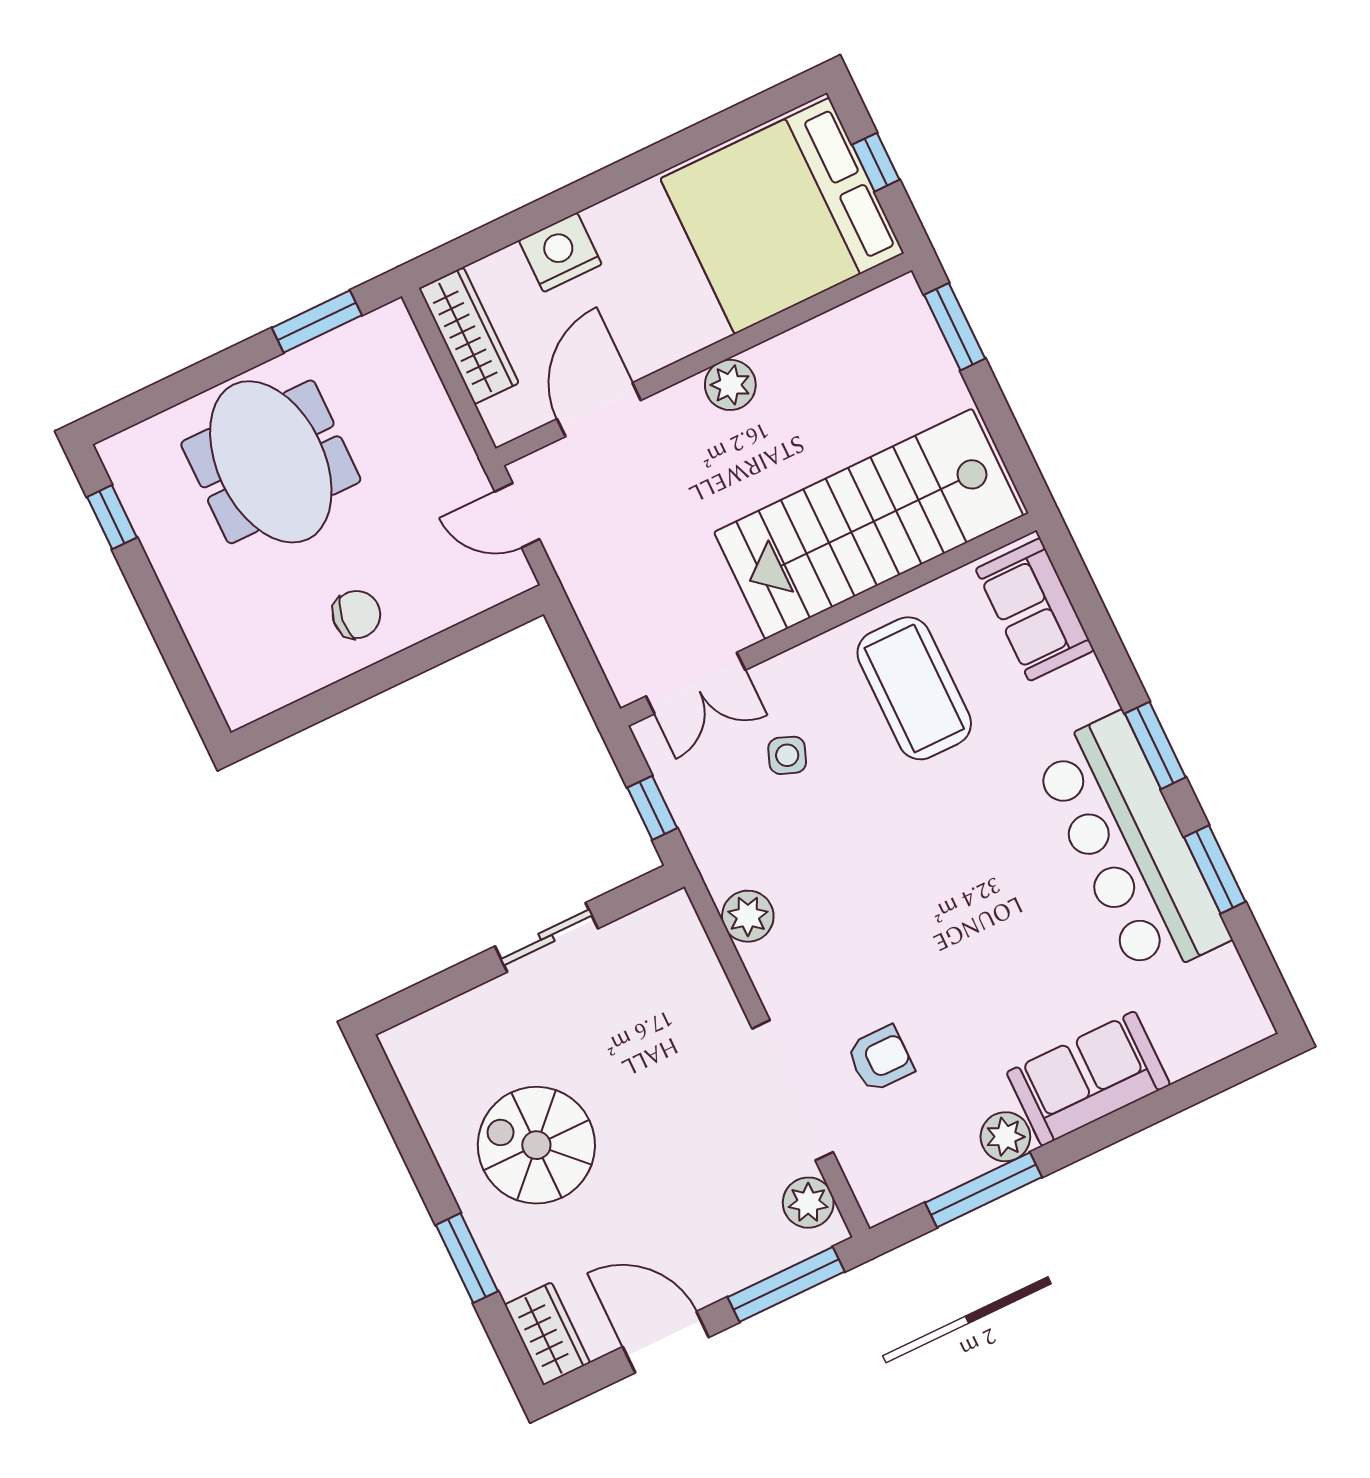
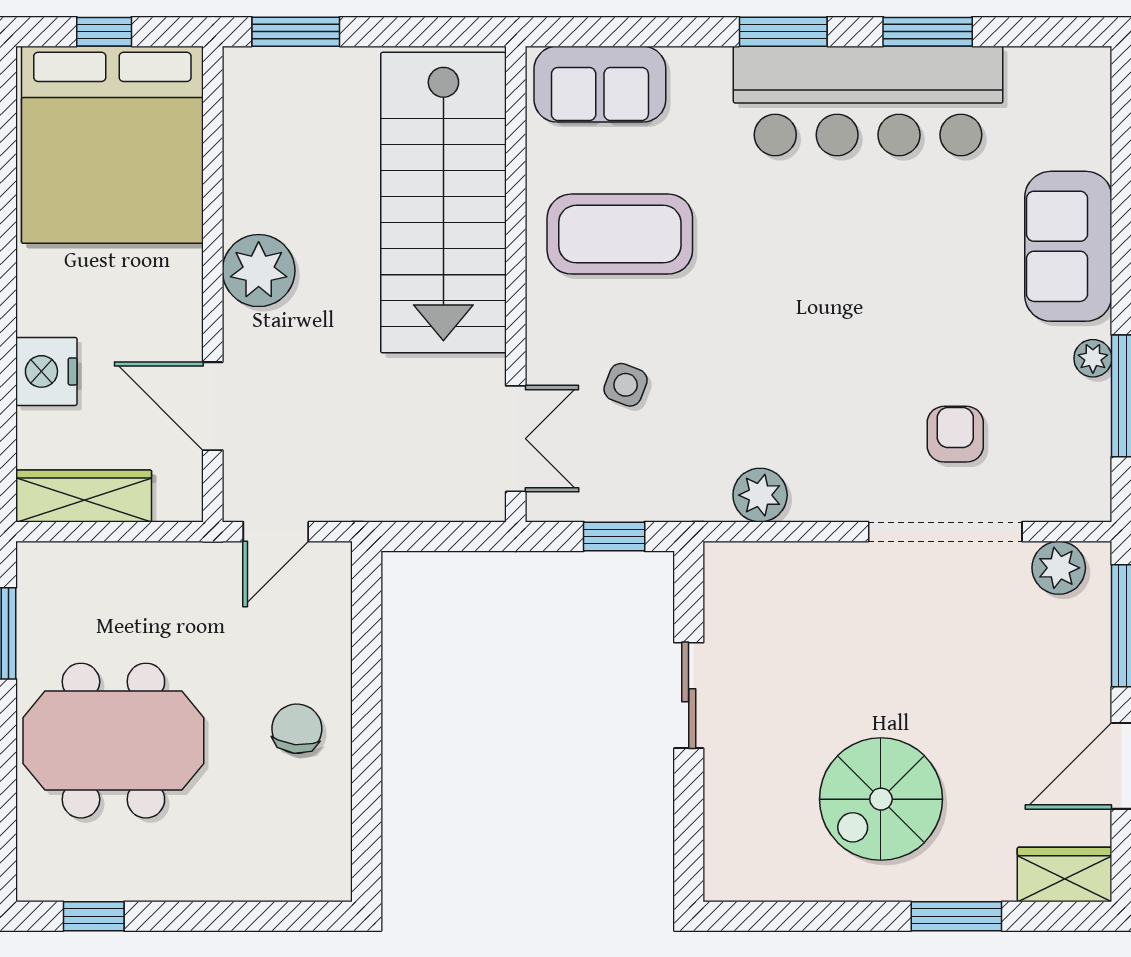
plant: (730, 385) -> (259, 271), width x1.36, depth x1.36
plant: (1005, 1137) -> (1093, 358), width x0.73, depth x0.73

